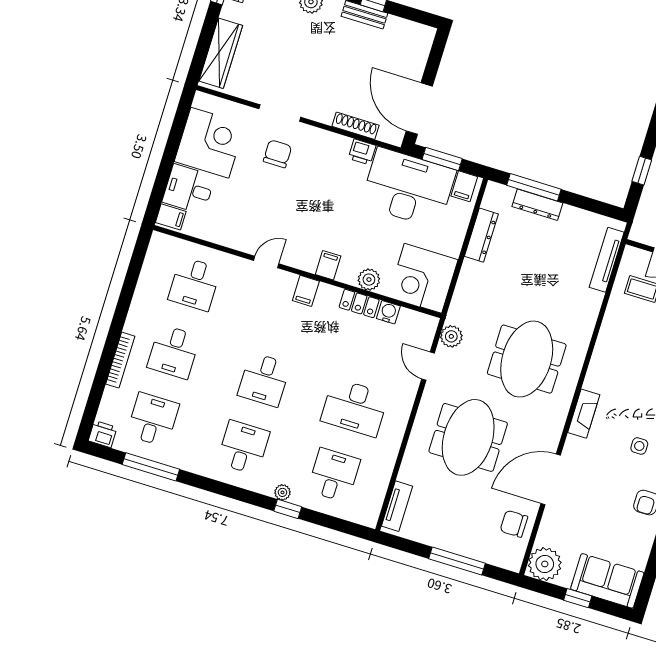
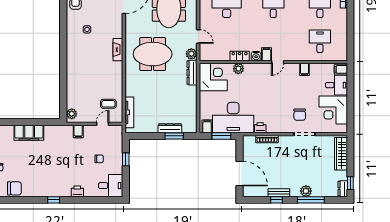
door: (419, 109) -> (239, 174), moved
window: (534, 187) -> (174, 136), width x0.69
dresser: (481, 235) -> (192, 73), moved
door: (266, 262) -> (278, 62), moved
filing cabinet: (328, 265) -> (305, 69), moved
water cooler: (388, 312) -> (256, 56), moved
meeting table: (527, 359) -> (153, 54), turned 90
fireplace: (584, 414) -> (118, 50), moved

